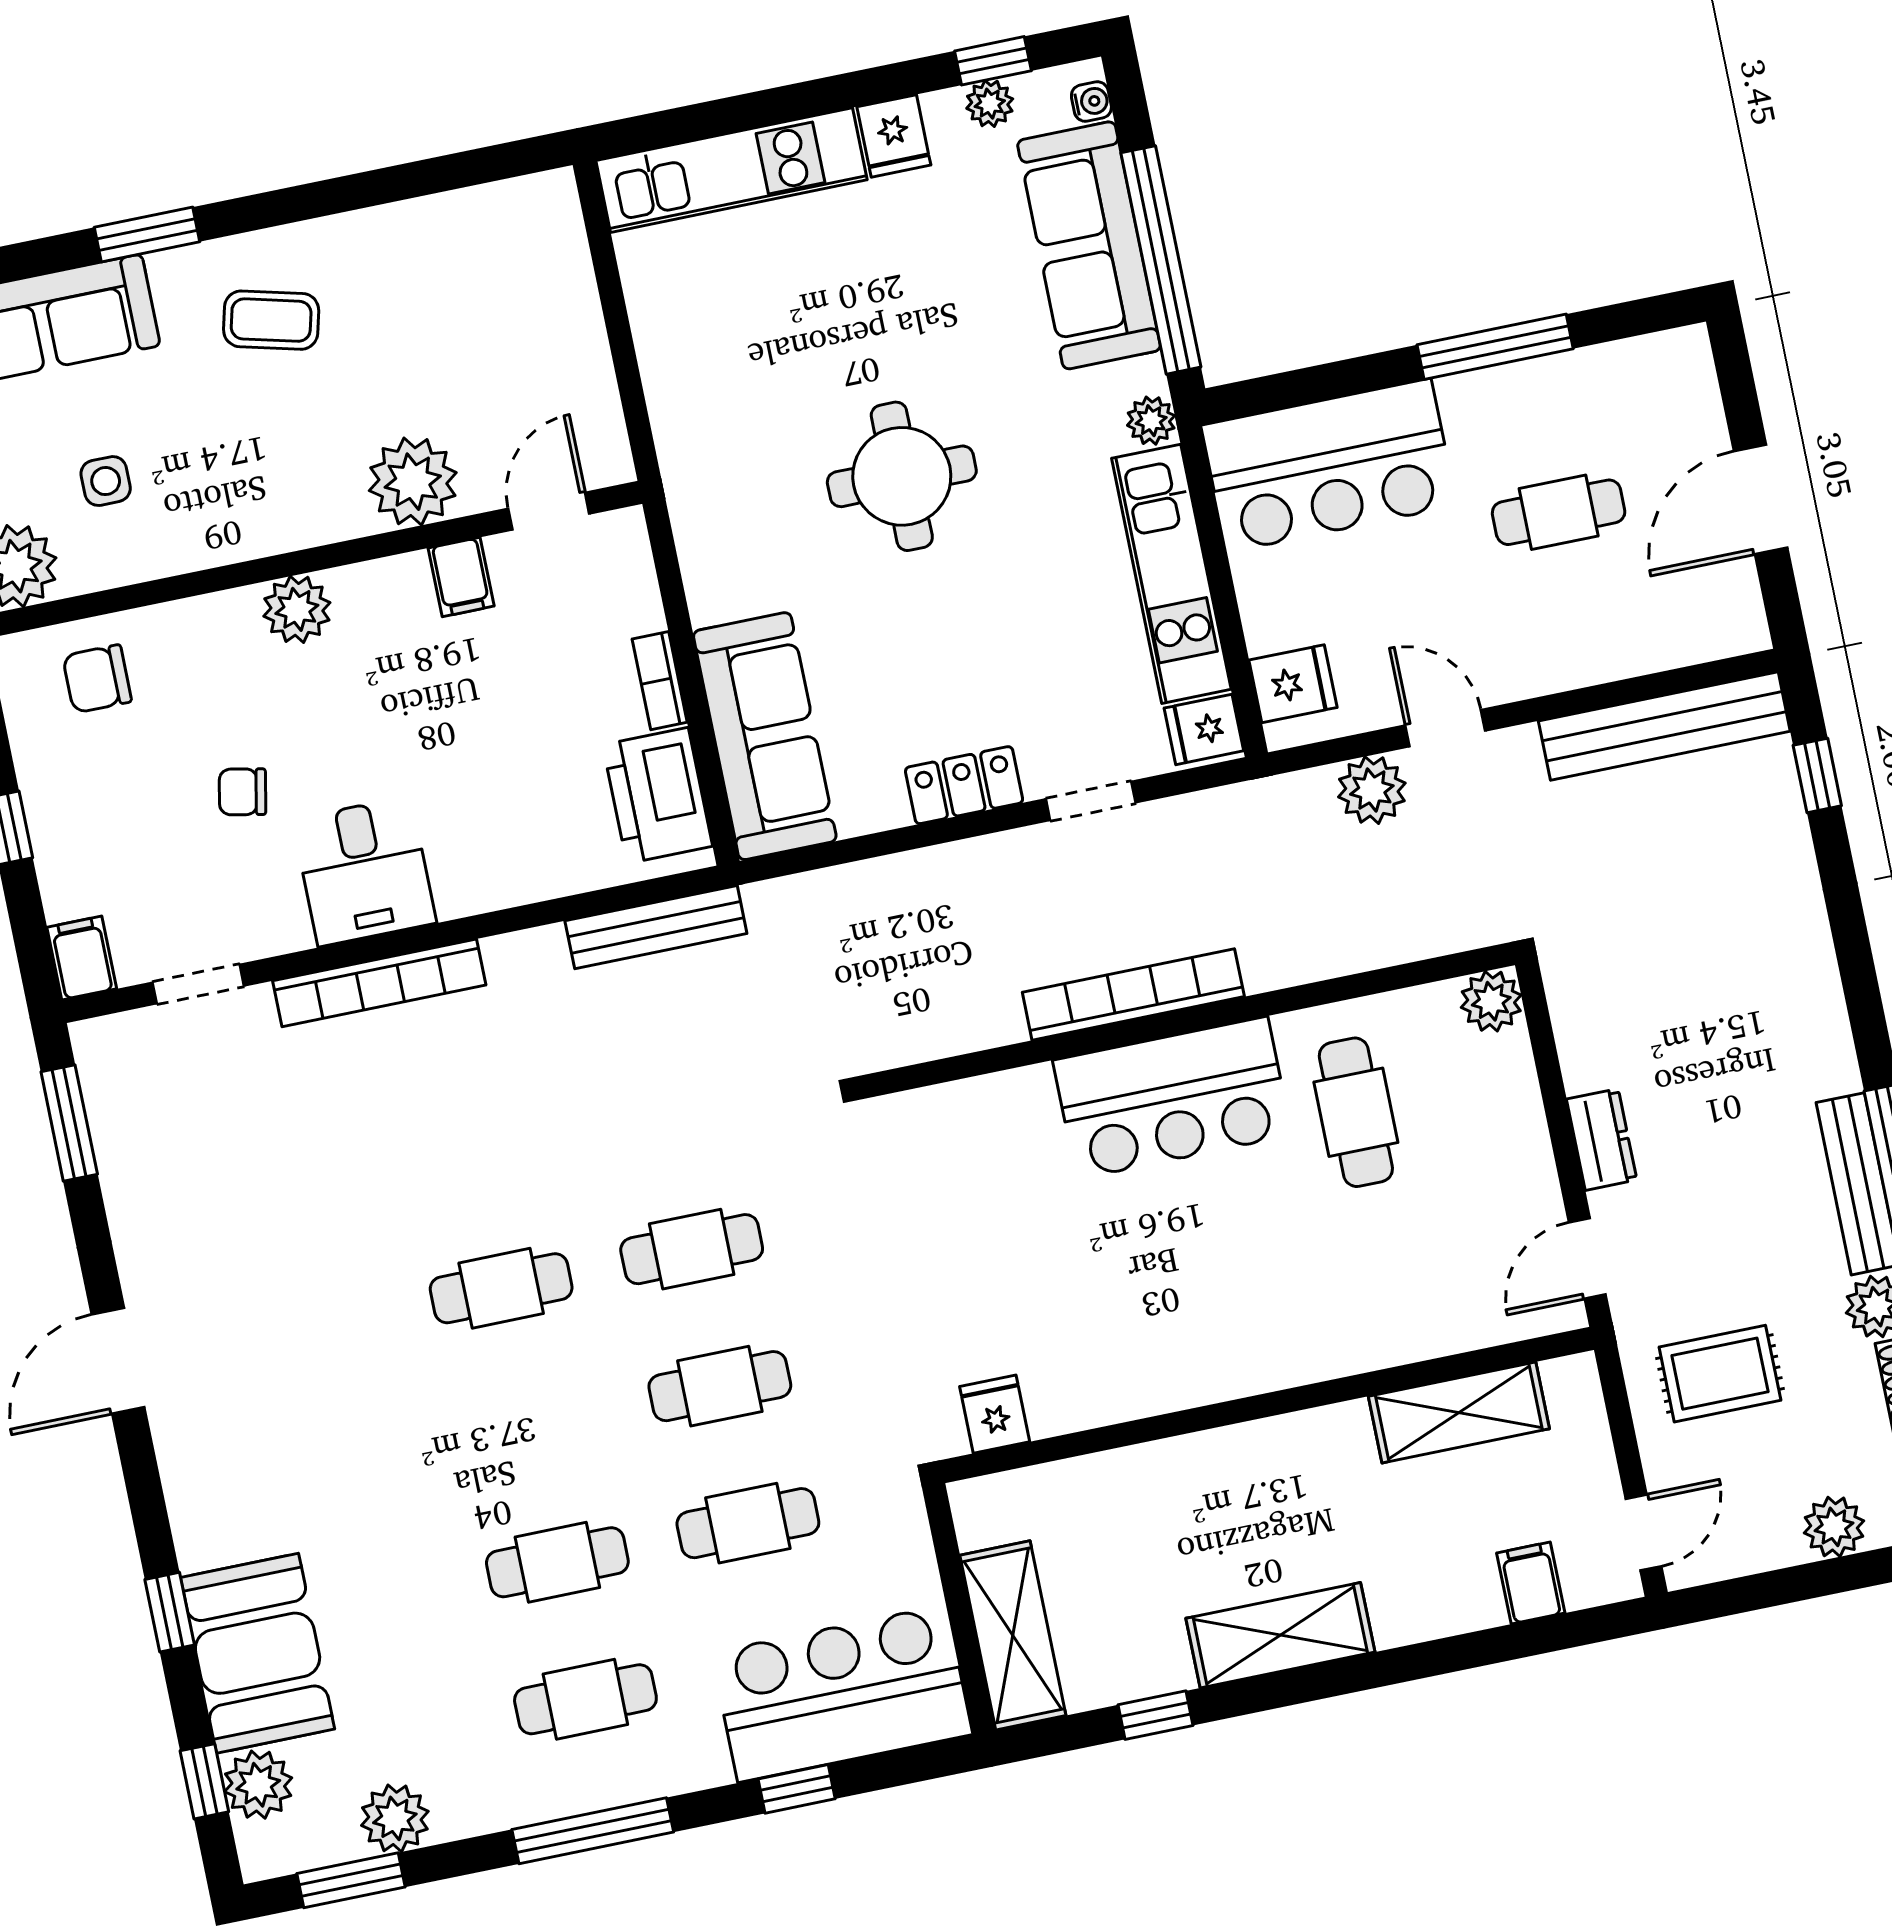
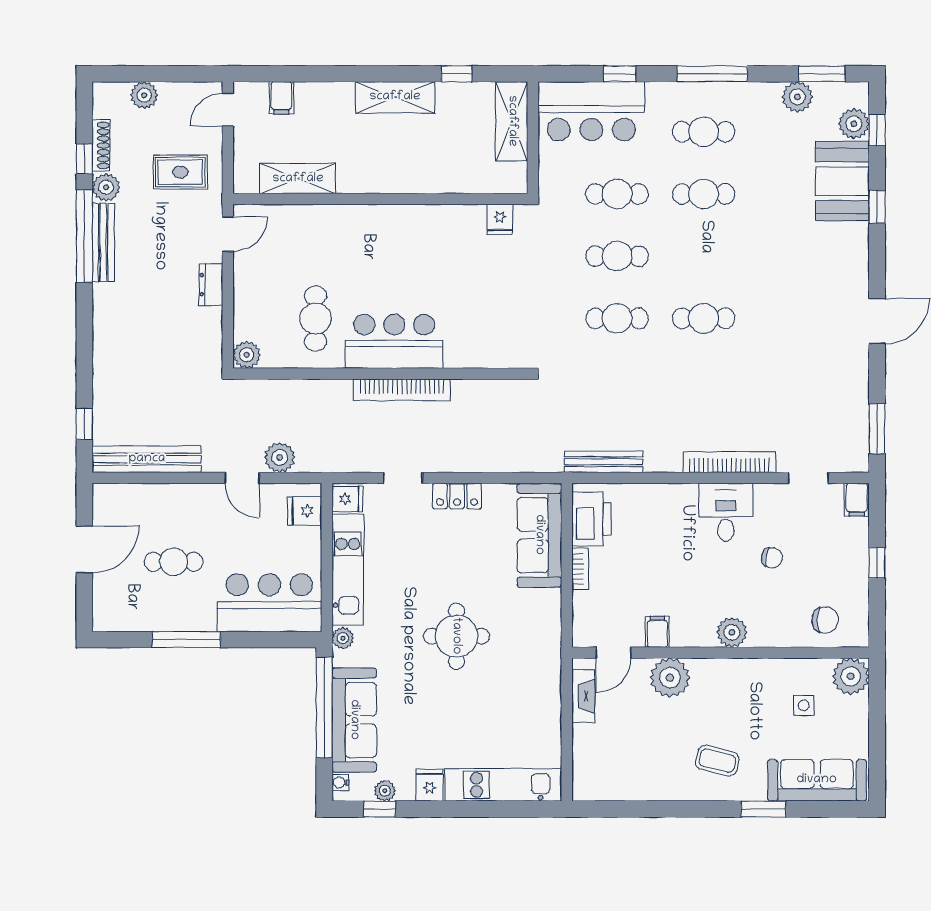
fireplace: (595, 401) -> (583, 696), added

